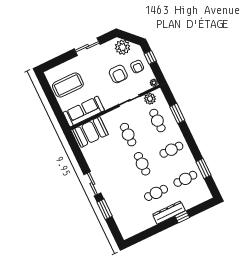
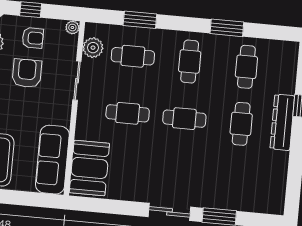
armchair: (118, 74) -> (27, 73), turned -90
window: (204, 168) -> (227, 28), moved

